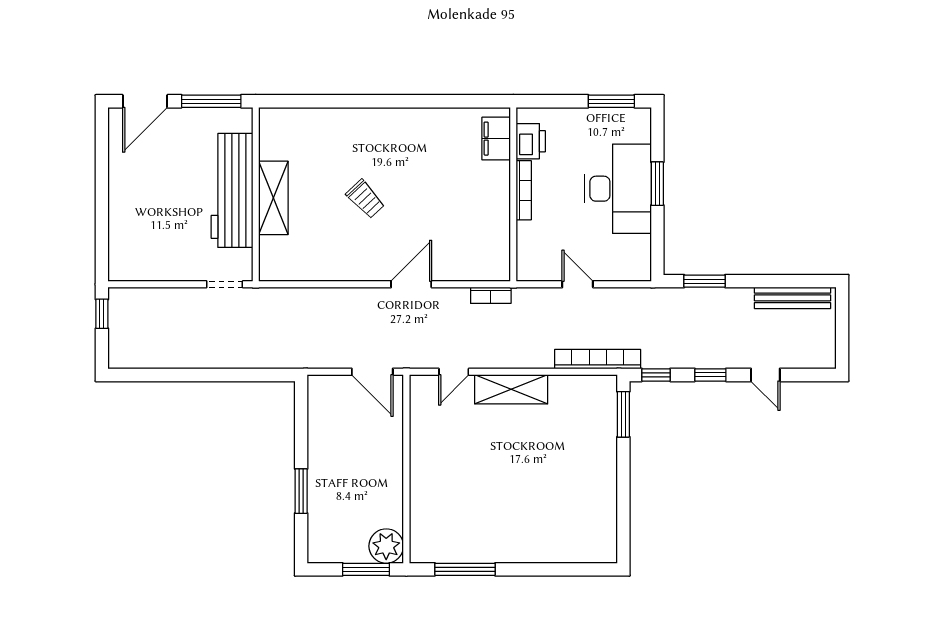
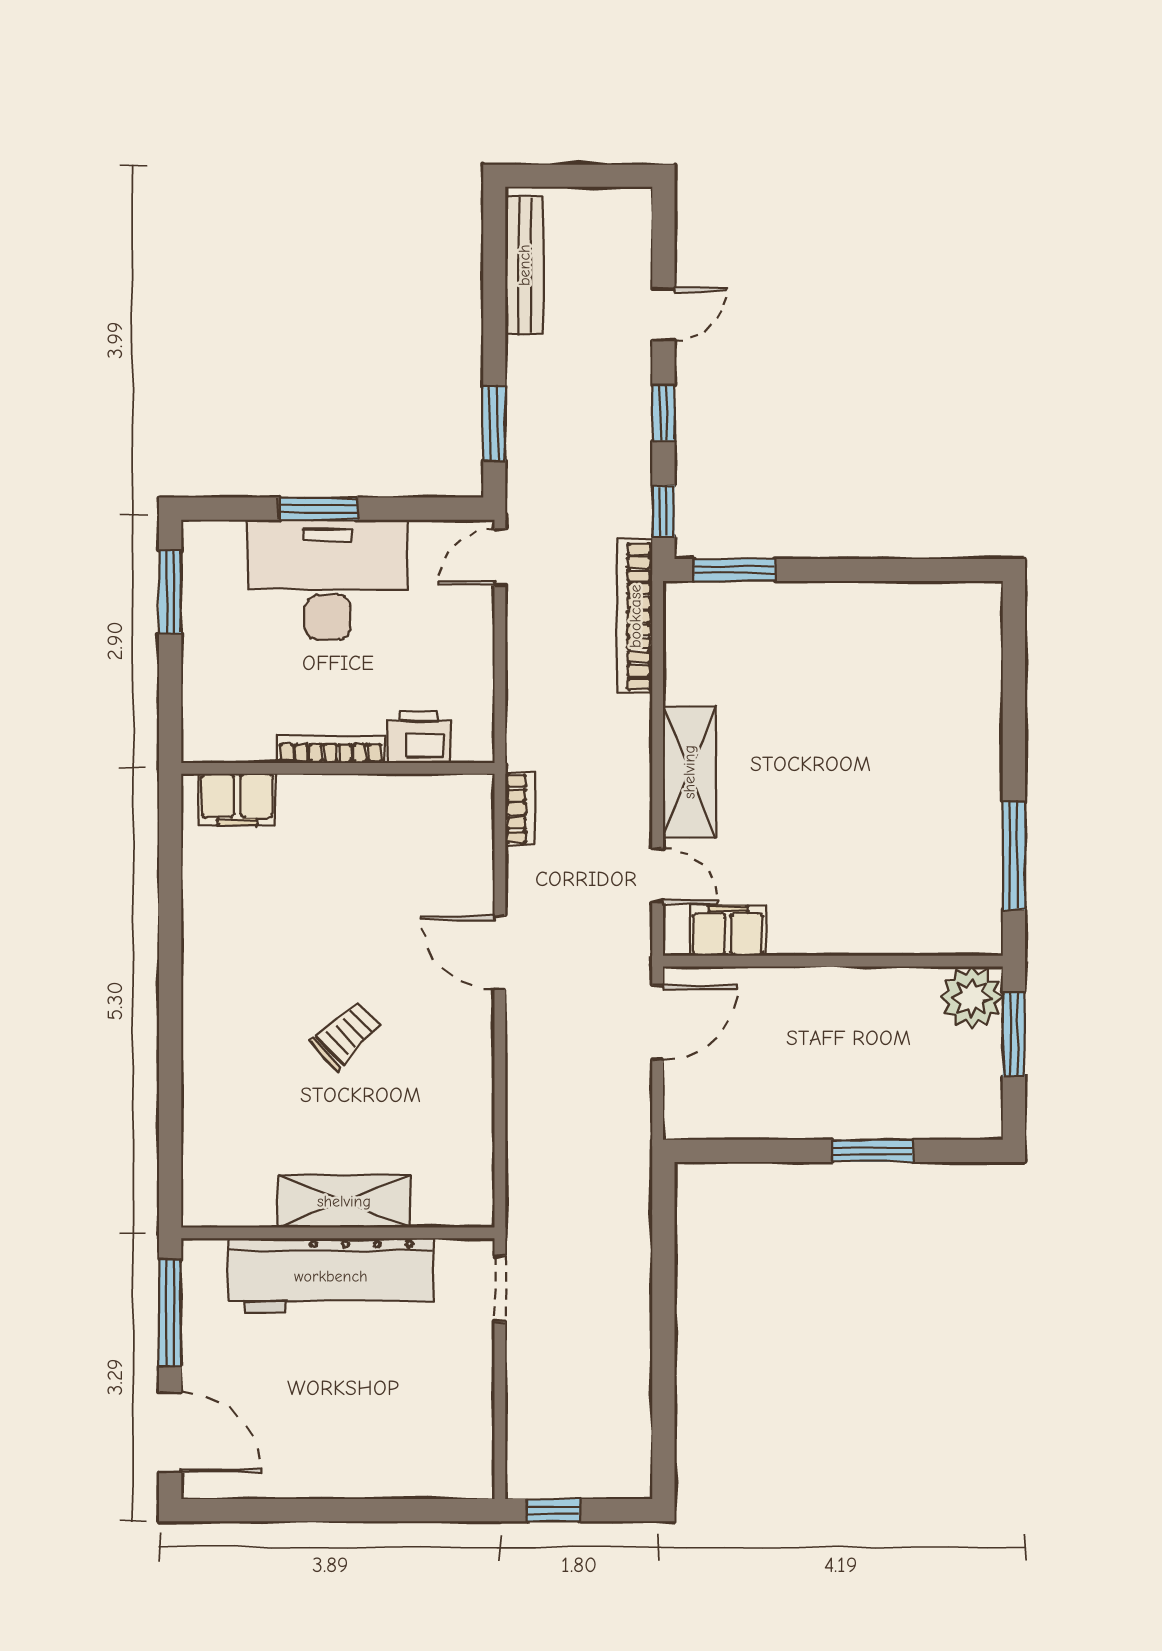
printer: (531, 141) -> (419, 737), moved
door: (578, 284) -> (500, 557), moved
filing cabinet: (423, 411) -> (728, 931), added

